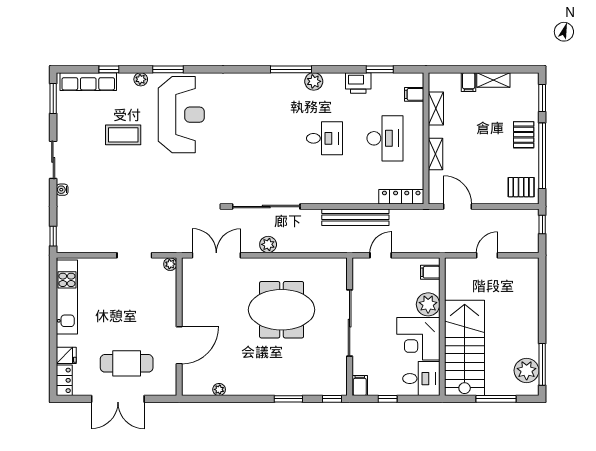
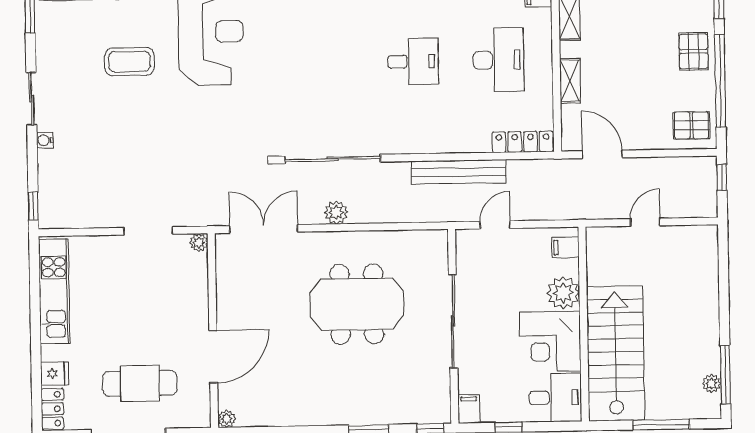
plant: (527, 370) -> (712, 383), width x0.53, depth x0.53
plant: (219, 389) -> (227, 419), moved

